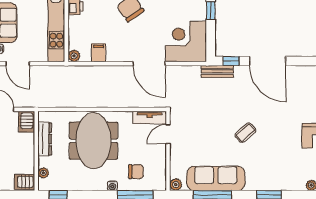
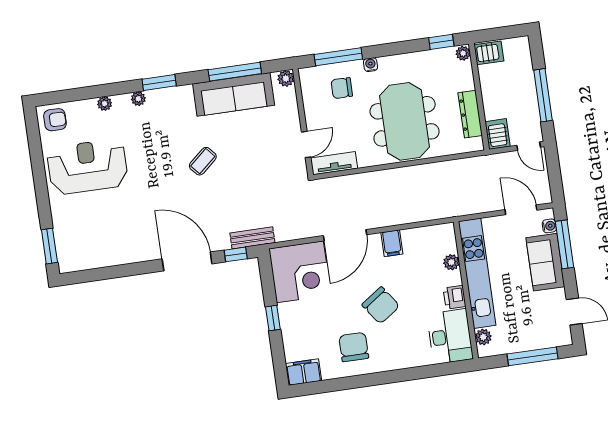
filing cabinet: (99, 53) -> (392, 243), moved
plant: (74, 56) -> (451, 262), moved
door: (149, 64) -> (345, 235), swing flipped
plant: (43, 173) -> (463, 53), moved
plant: (286, 185) -> (138, 99), added

